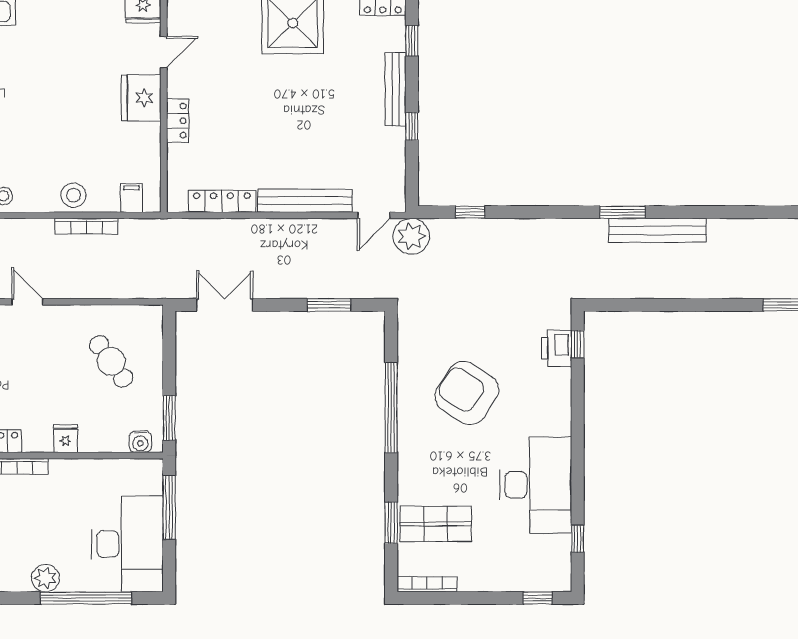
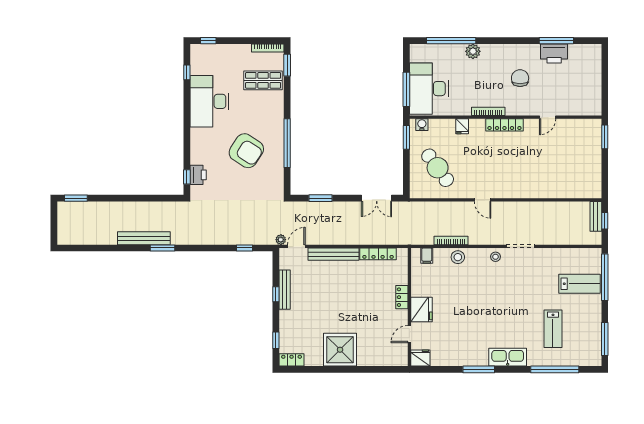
bench: (395, 89) -> (285, 290), moved
plant: (411, 236) -> (281, 240), width x0.53, depth x0.53
cafe table: (111, 361) -> (438, 168), width x1.37, depth x1.35
window: (391, 523) -> (287, 65), moved
desk: (127, 544) -> (429, 89), moved

